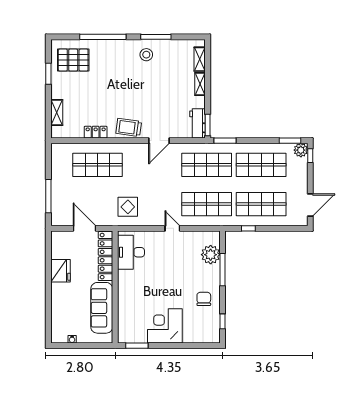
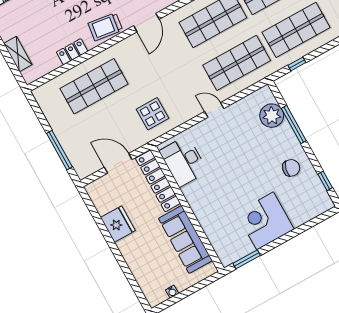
chair: (204, 299) -> (291, 168), turned 103

